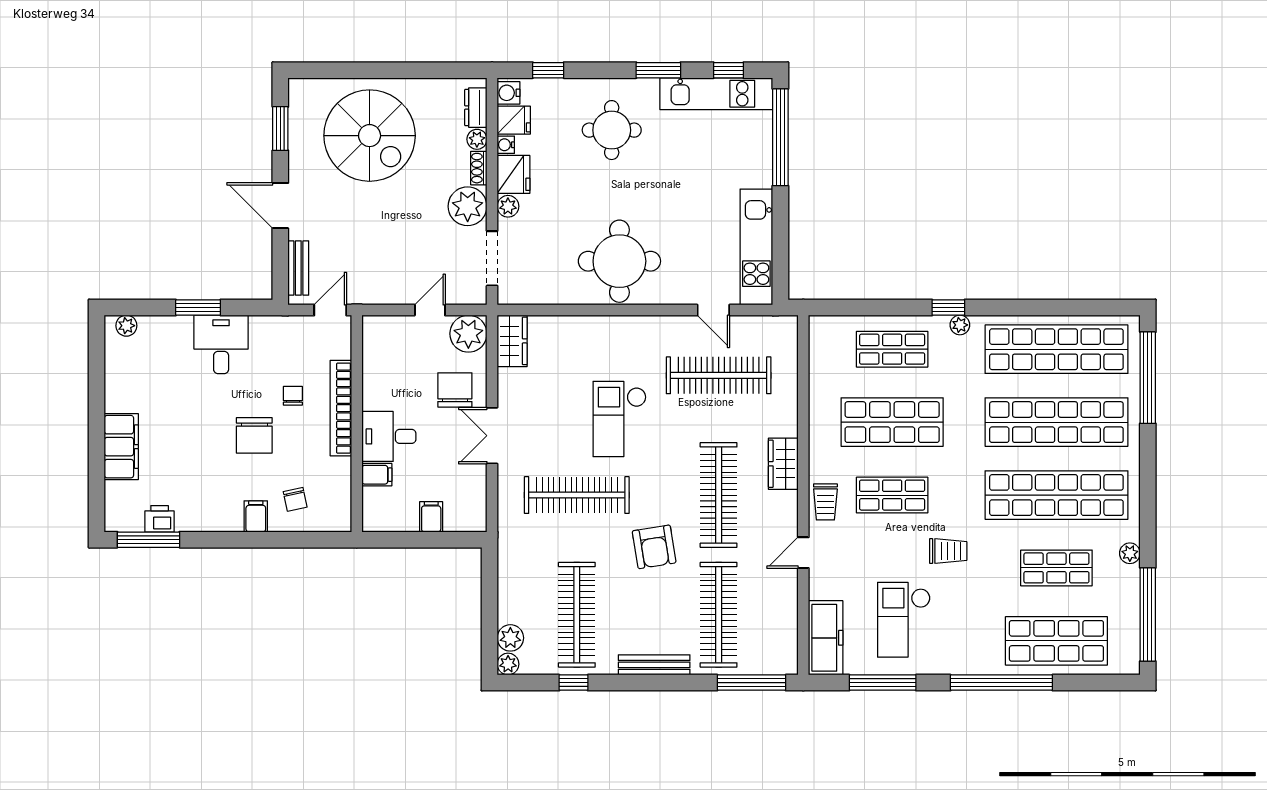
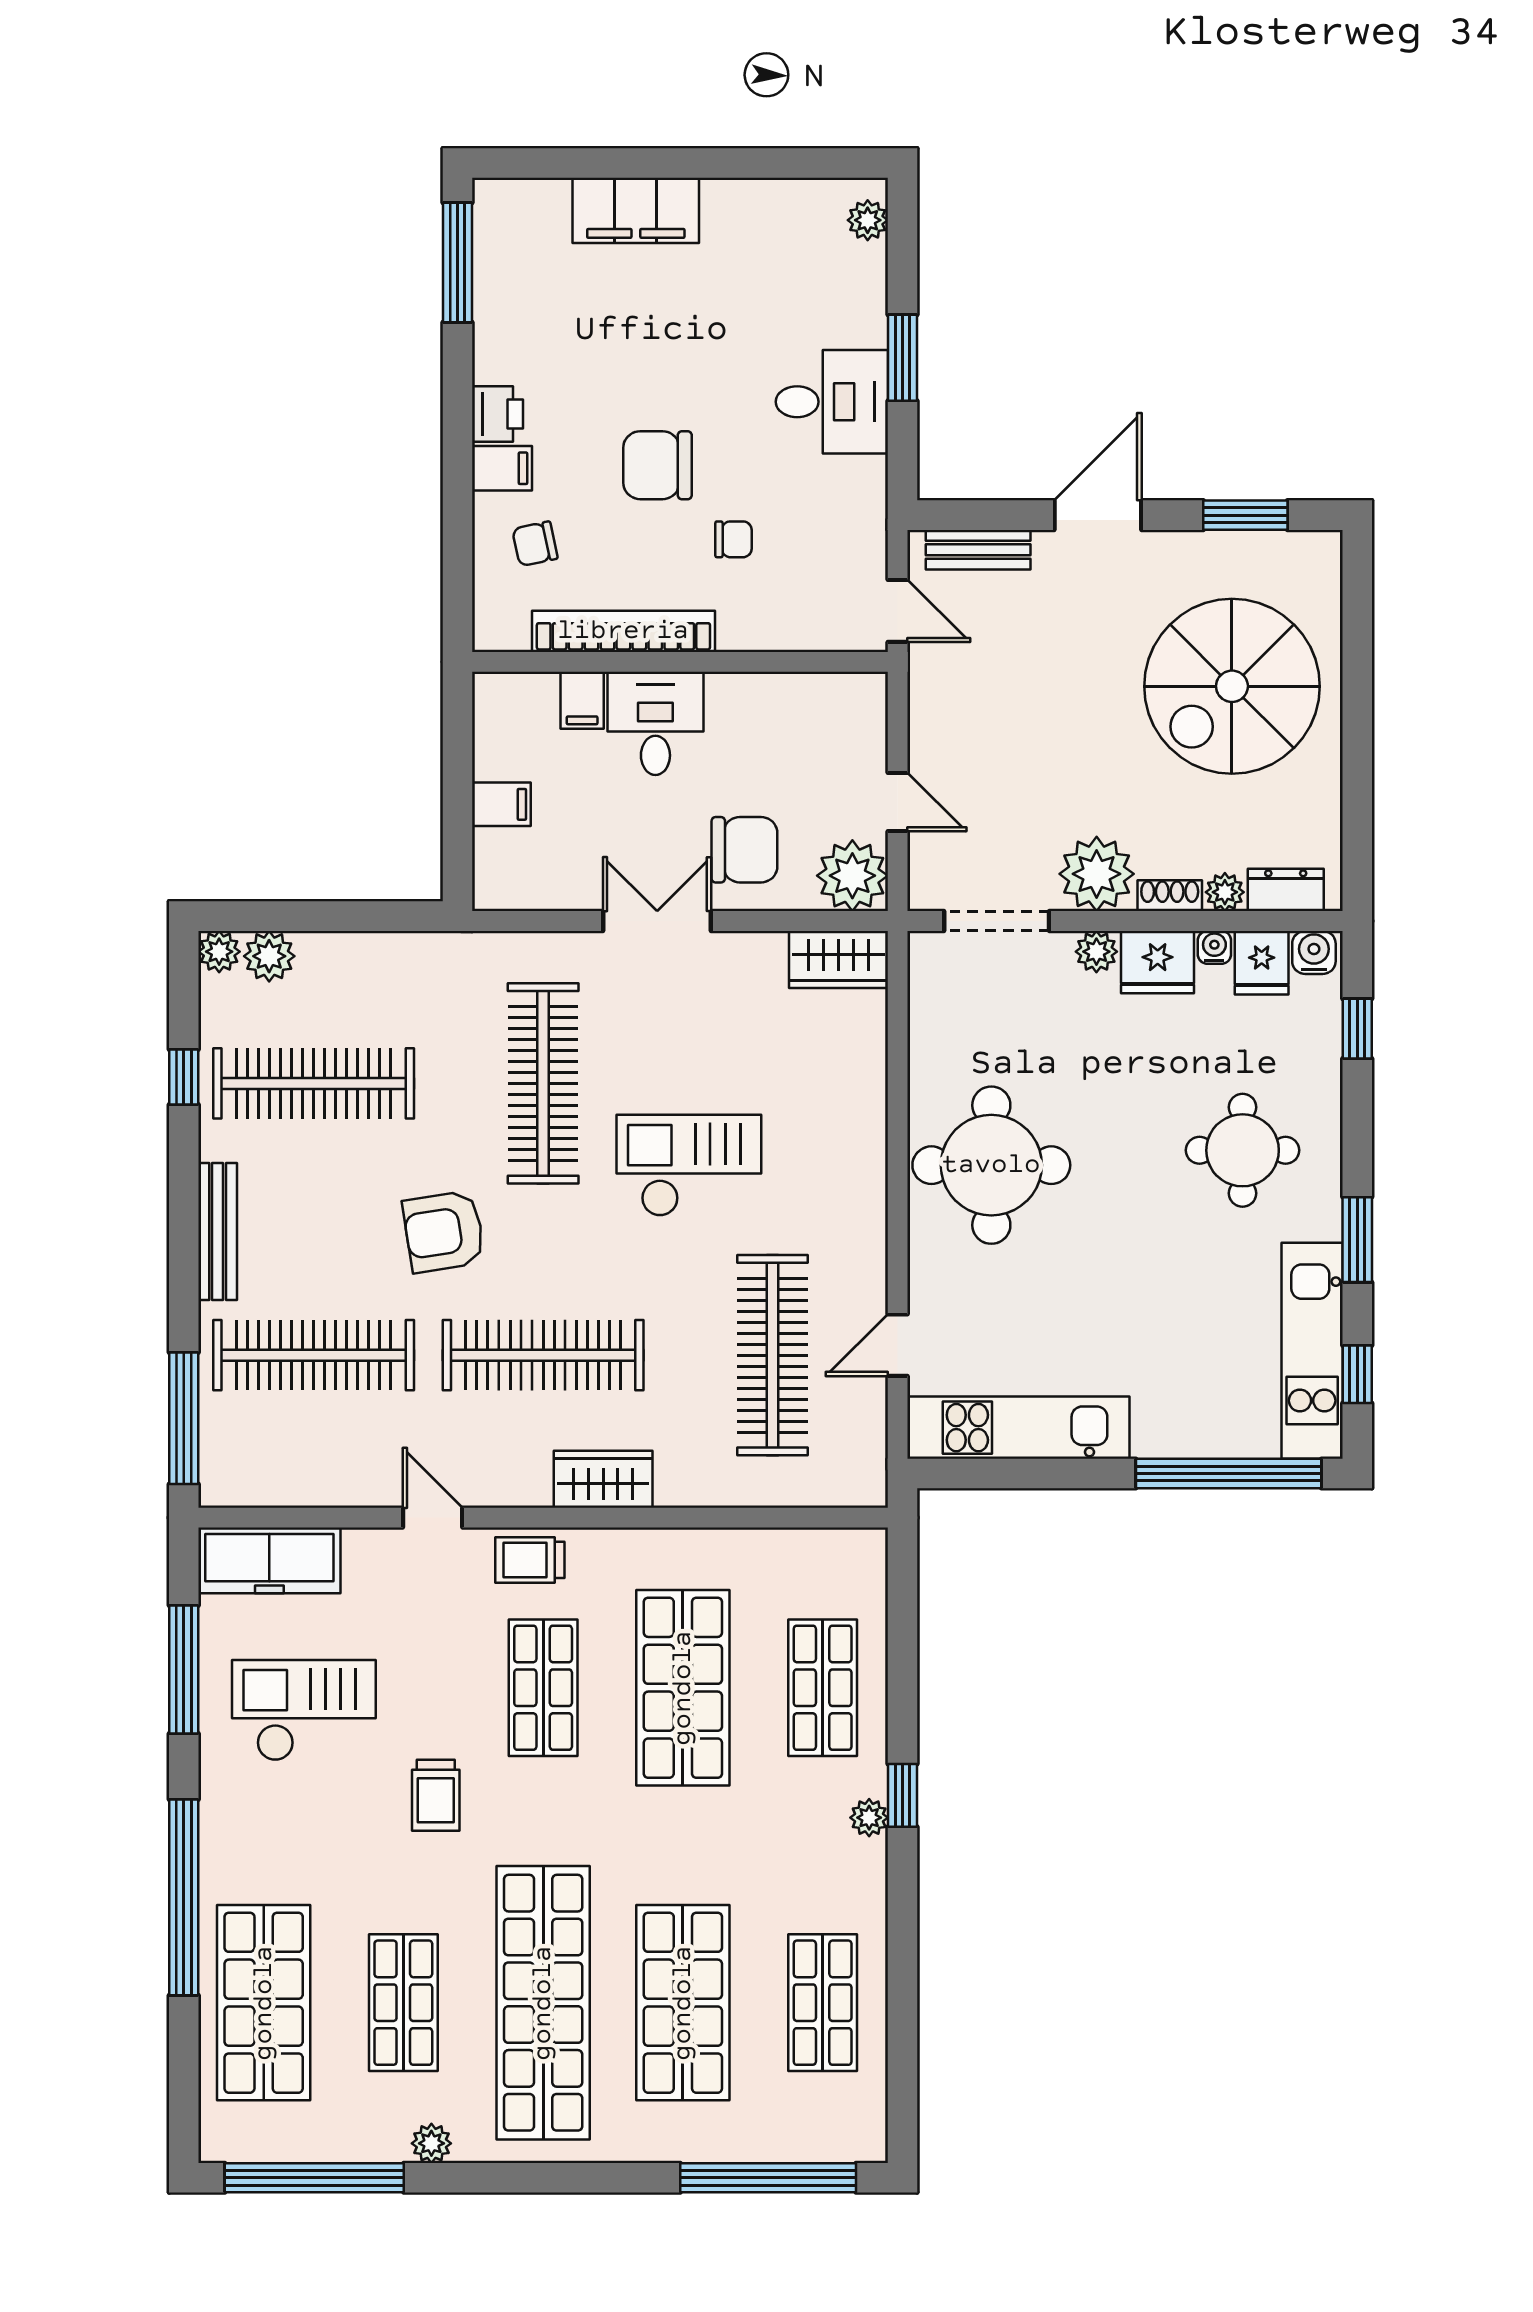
shop shelf: (1056, 349) -> (823, 2003), width x0.50, depth x0.74
bookcase: (341, 408) -> (623, 631), moved
shop shelf: (1056, 422) -> (683, 2003), width x0.71
printer: (160, 519) -> (498, 414), moved

